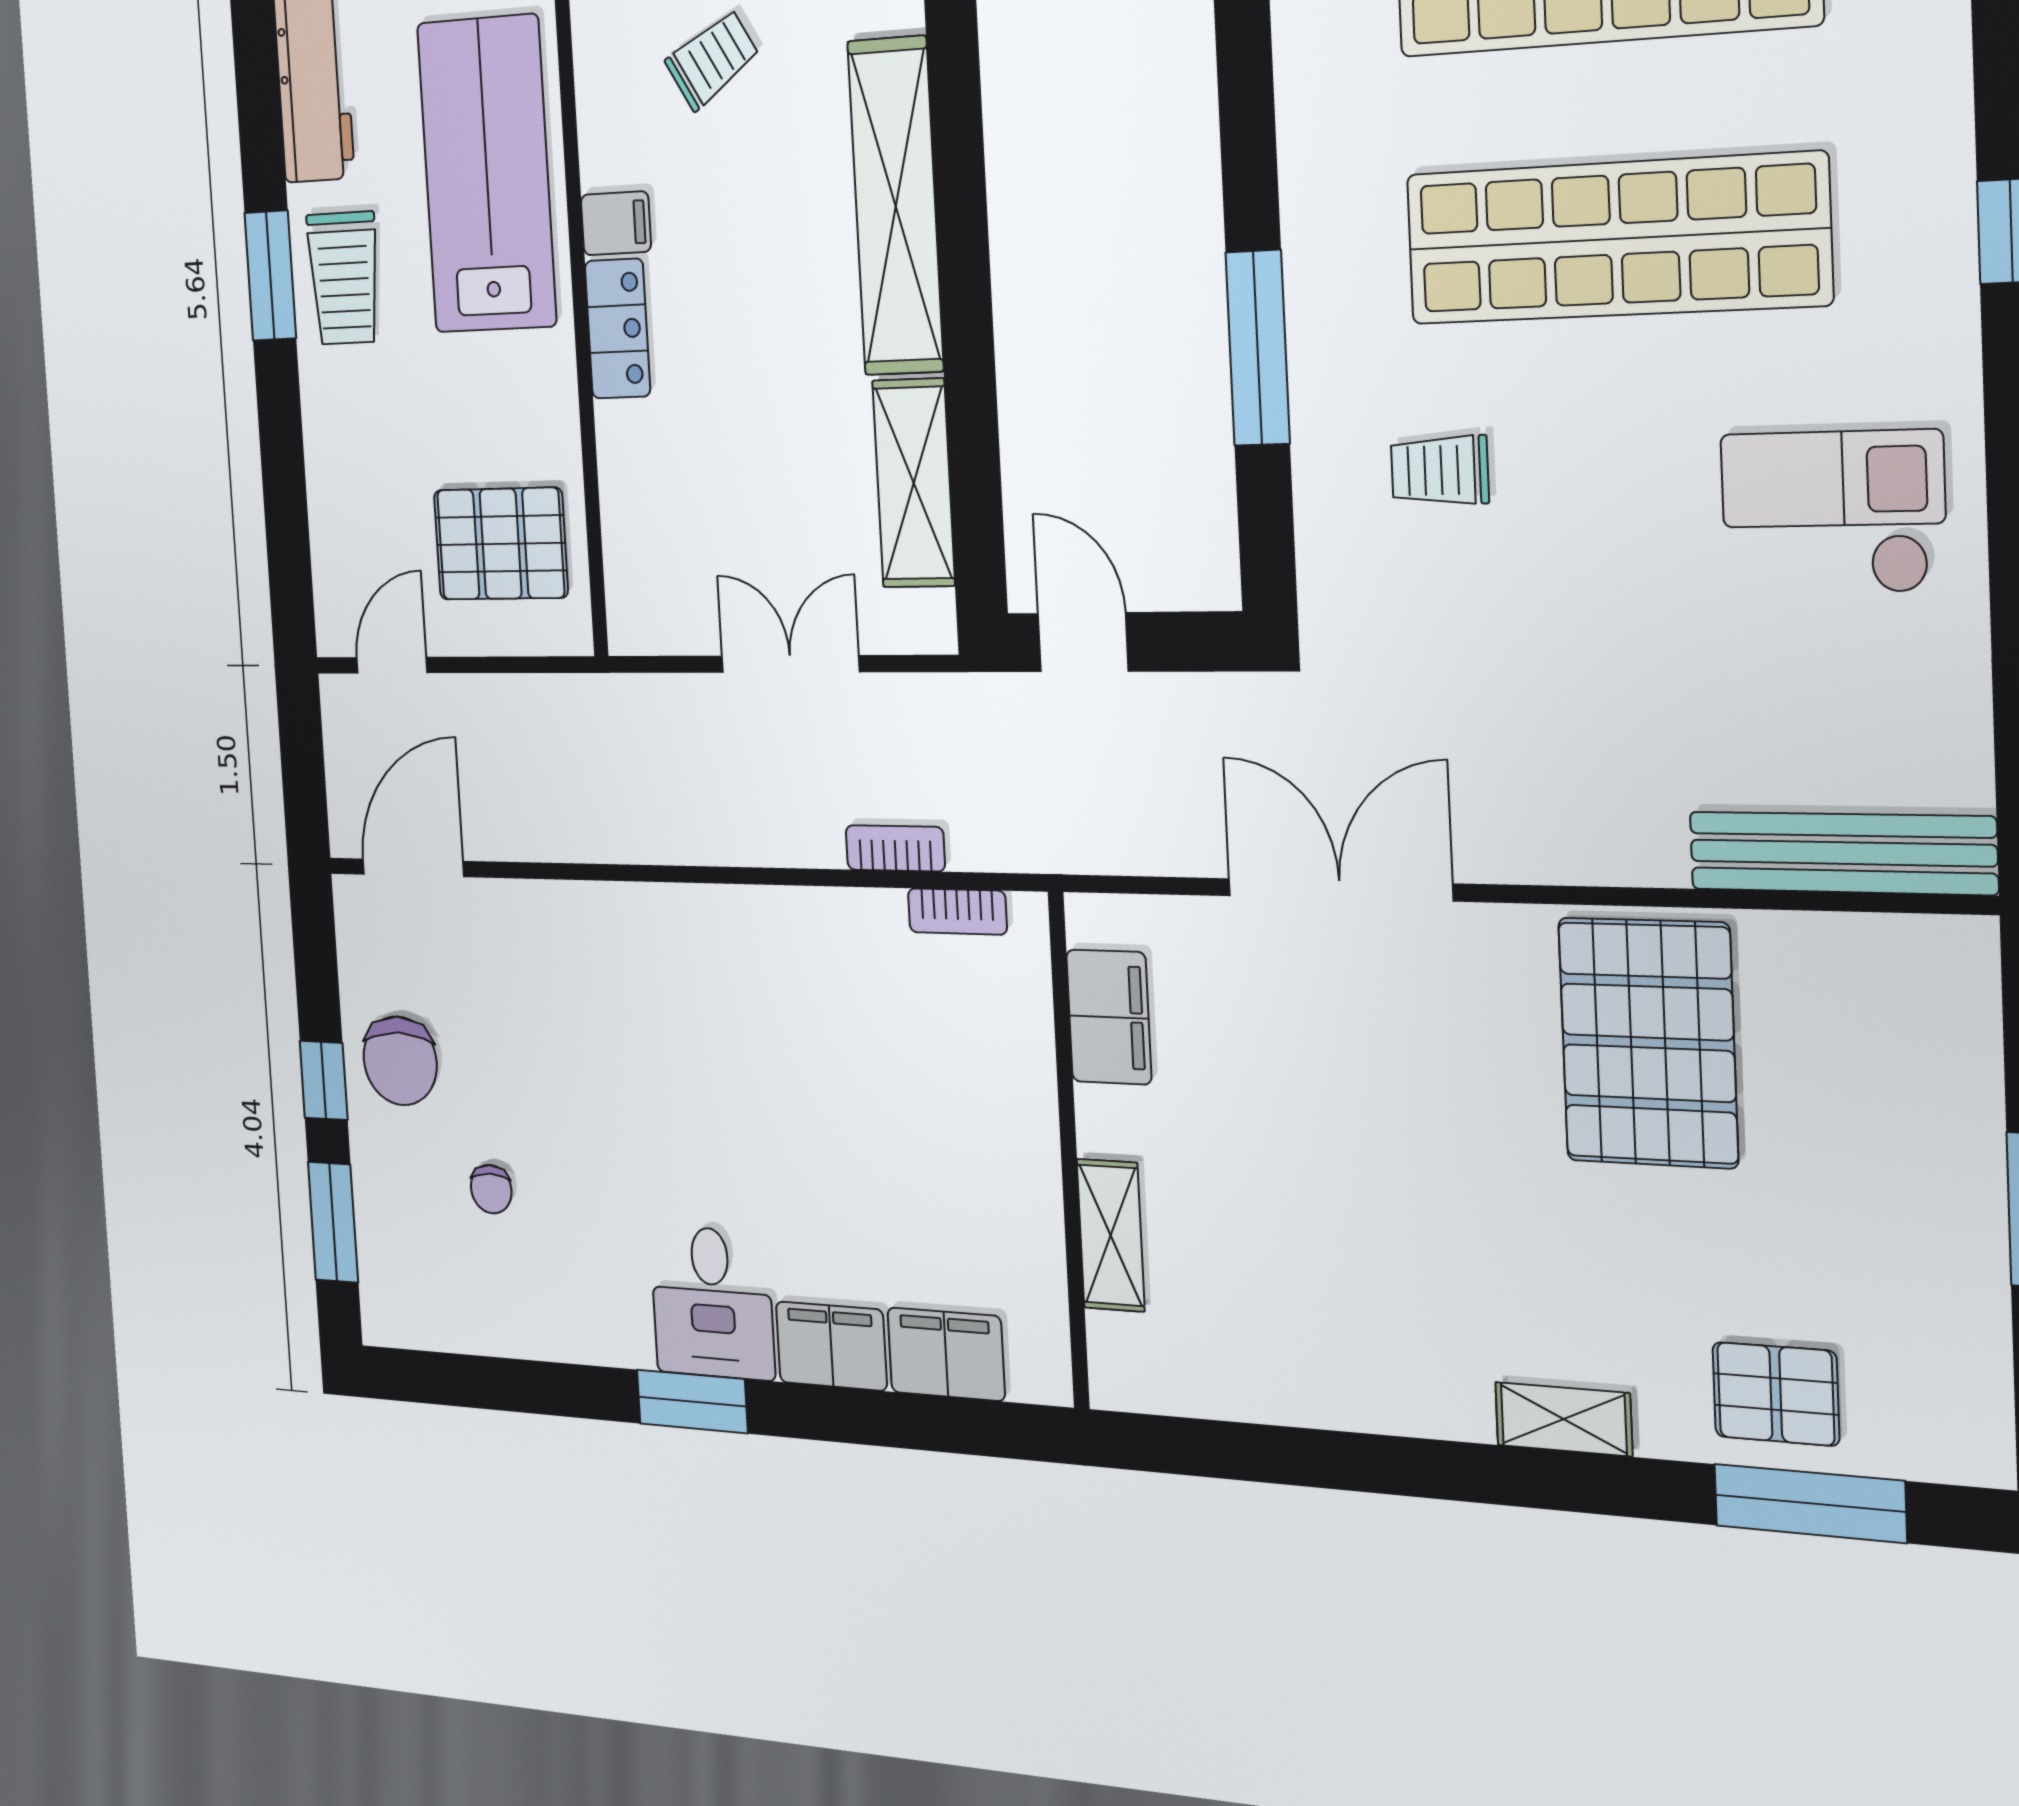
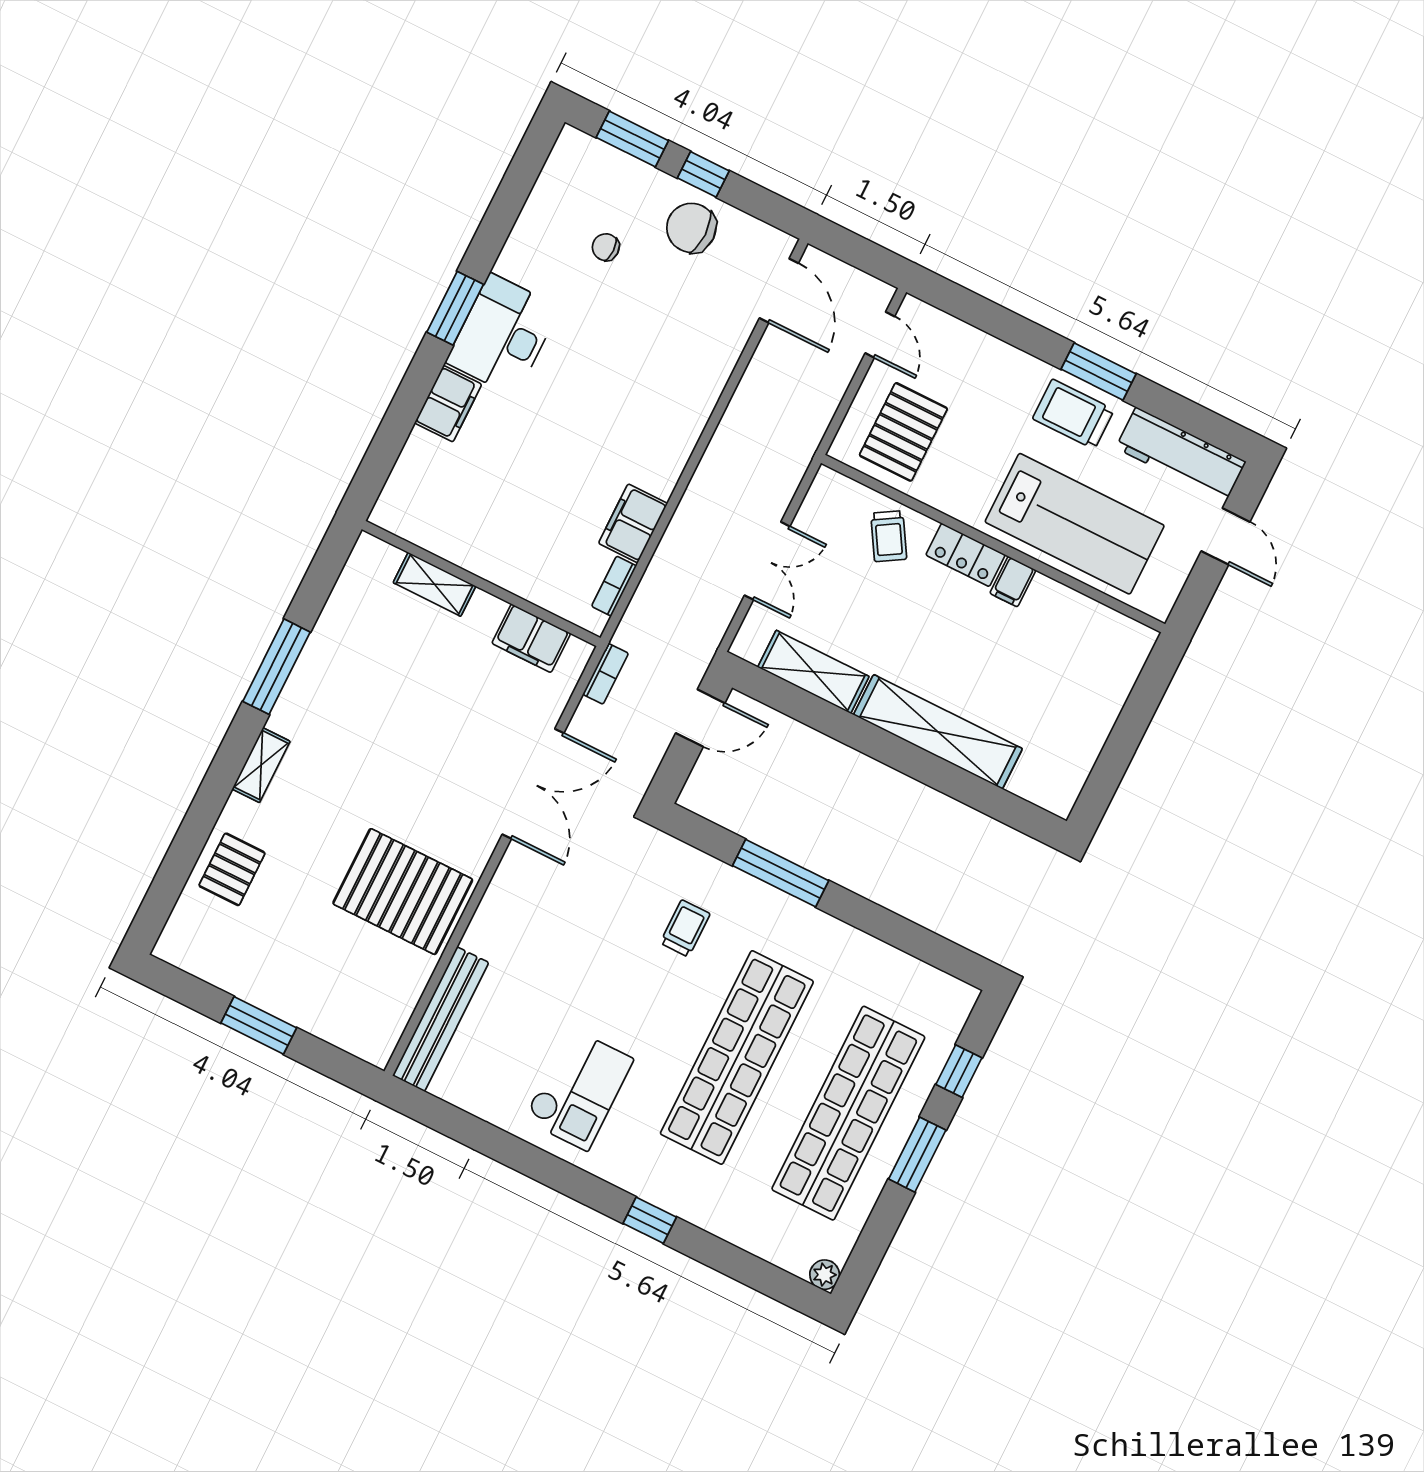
trolley: (712, 59) -> (889, 536), moved
bookcase: (895, 848) -> (606, 674), moved
desk: (712, 1302) -> (503, 335), width x1.37
filing cabinet: (946, 1354) -> (633, 523), moved, turned 180
window: (1810, 1503) -> (276, 667), moved

